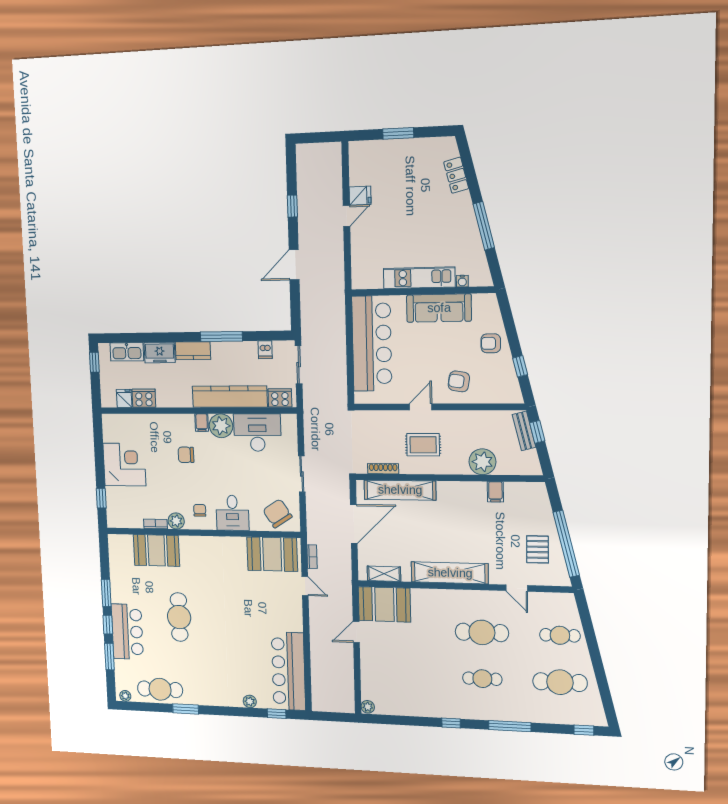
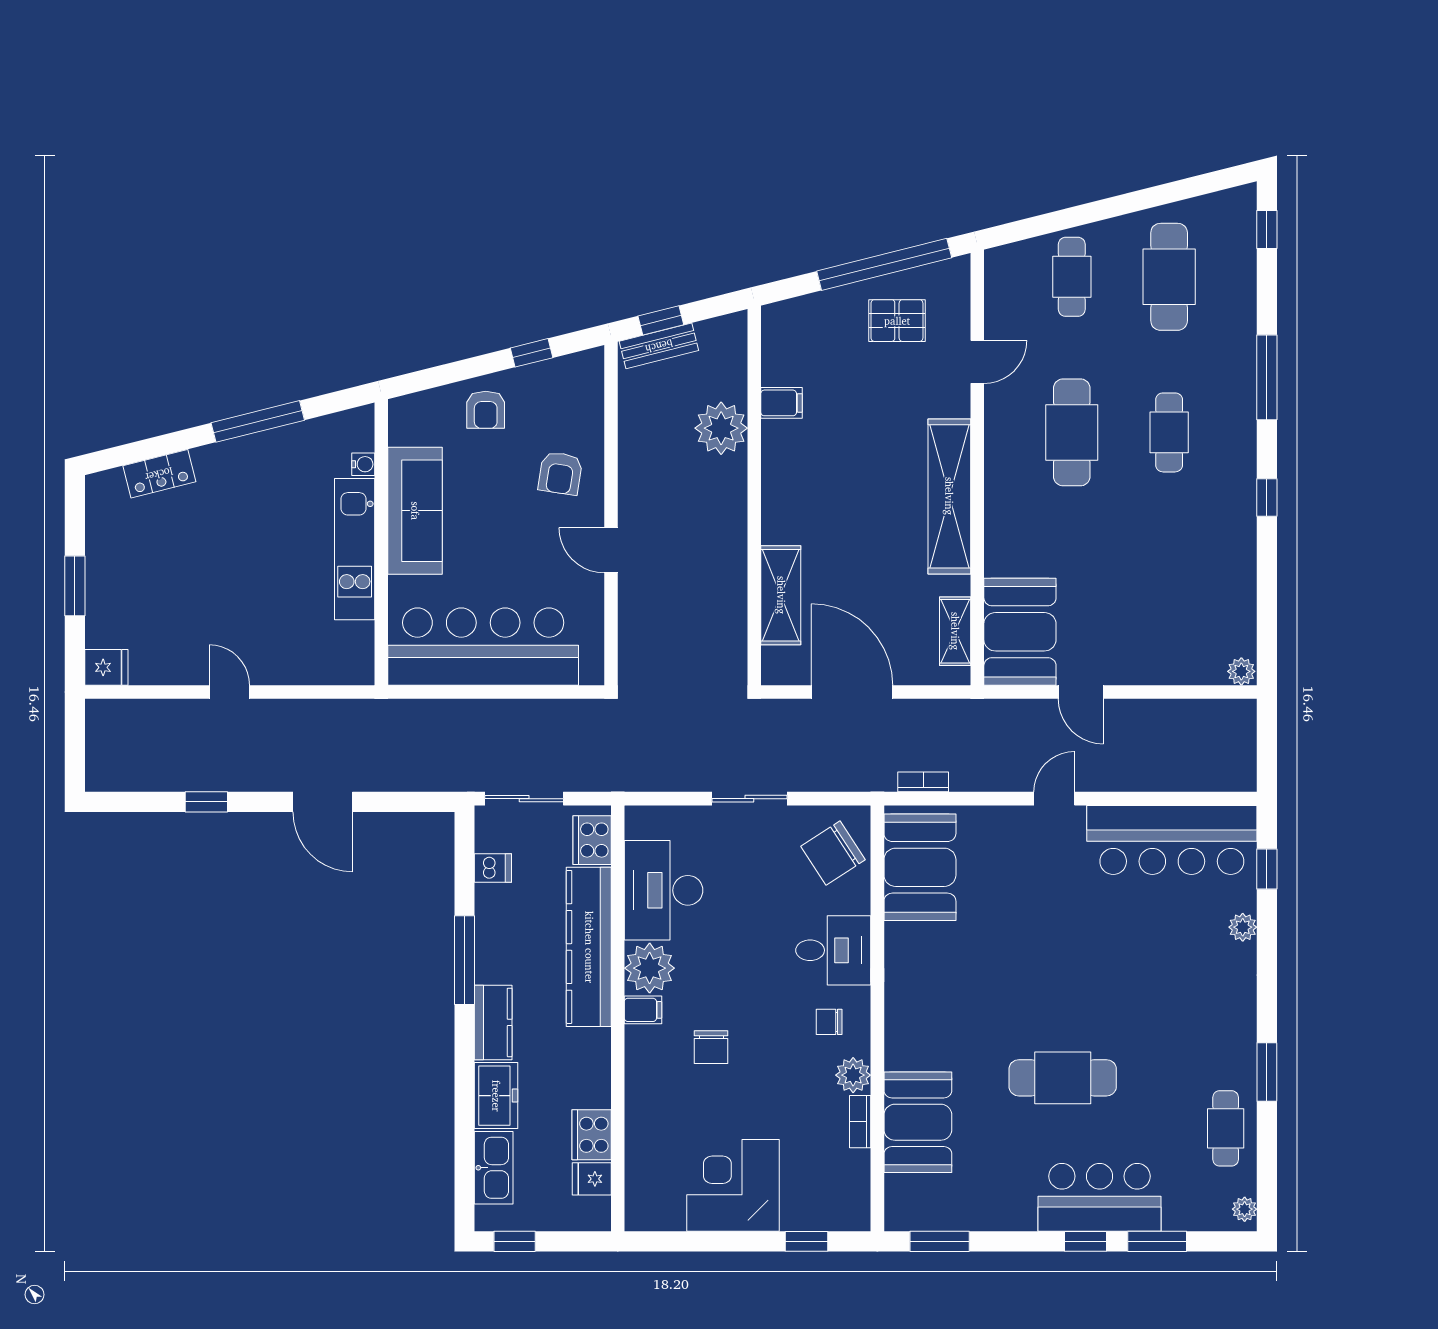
fridge: (360, 196) -> (106, 667), moved, turned 90
rug: (423, 445) -> (687, 546), removed
shoe rack: (383, 469) -> (737, 629), removed
shelving: (400, 490) -> (781, 595), width x0.68
door: (305, 586) -> (1054, 799), moved
window: (106, 593) -> (940, 1241), moved
cafe table: (160, 689) -> (1226, 1128), width x0.73, depth x0.74

